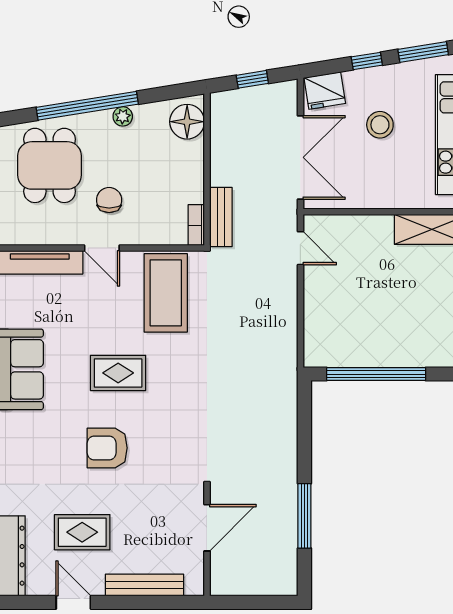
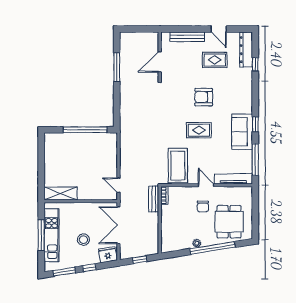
floor lamp: (187, 122) -> (168, 241), removed
armchair: (107, 448) -> (204, 97), turned 180

